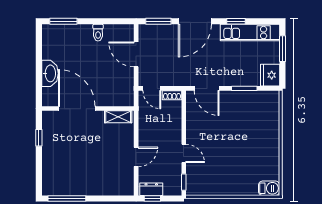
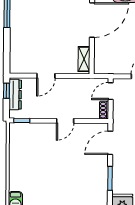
door: (184, 153) -> (65, 121), moved
door: (136, 157) -> (46, 76), hinge flipped
dresser: (151, 189) -> (15, 95), width x1.44

